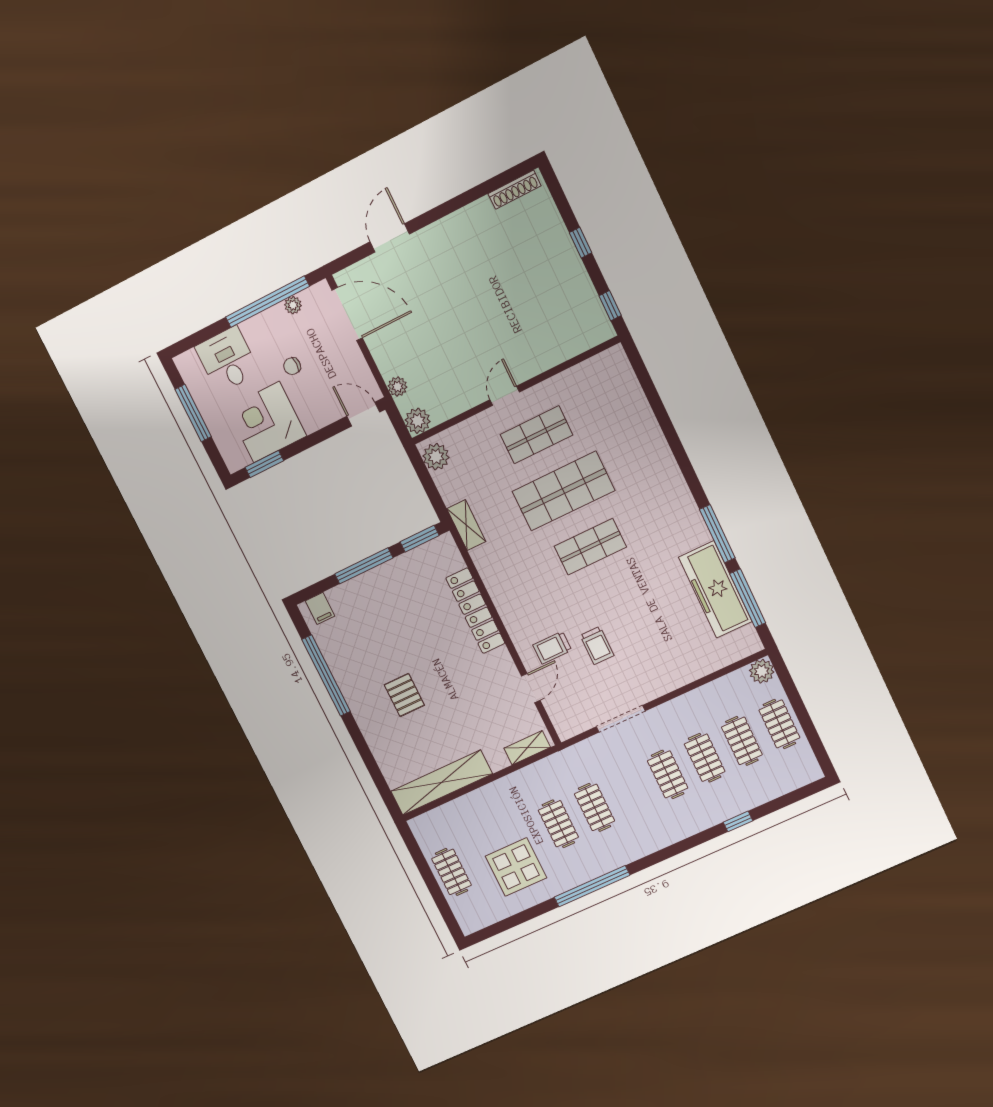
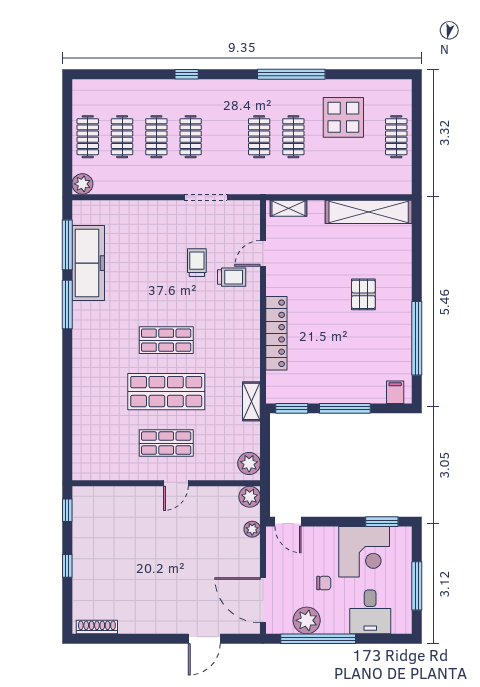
plant: (293, 305) -> (307, 620), width x1.88, depth x1.88
window: (738, 822) -> (187, 74), moved

